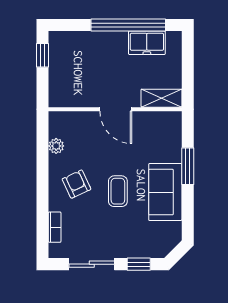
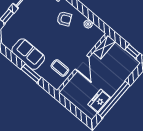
shelving: (162, 98) -> (104, 47), moved
door: (116, 109) -> (82, 63), swing flipped
coffee table: (118, 191) -> (60, 68), moved

